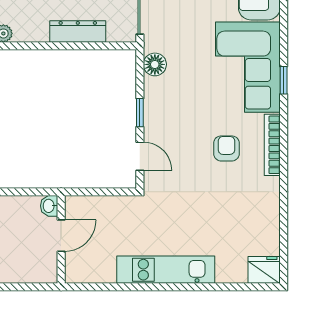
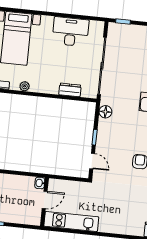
dresser: (78, 31) -> (70, 90), width x0.70
kitchen unit: (166, 270) -> (71, 221), moved

